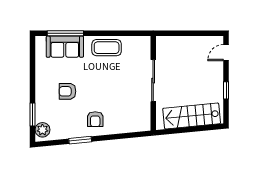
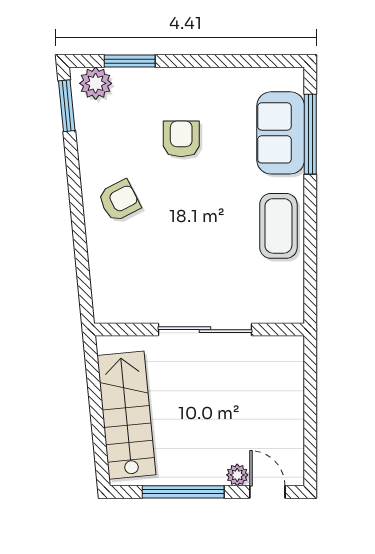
plant: (219, 66) -> (237, 475), added
window: (226, 90) -> (183, 492), width x2.17
armchair: (95, 119) -> (119, 201), turned 153
window: (80, 140) -> (67, 106), moved

